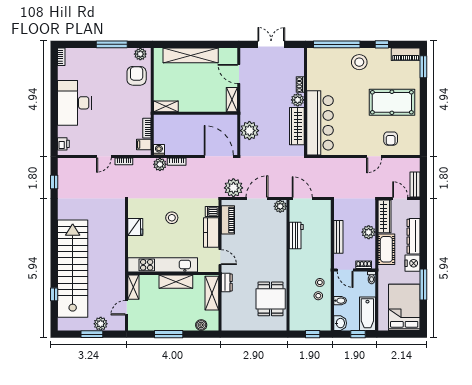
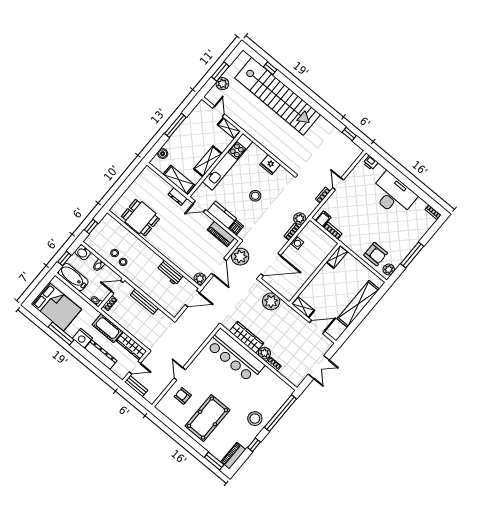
washing machine: (159, 150) -> (297, 243), moved
plant: (369, 232) -> (130, 326), removed

